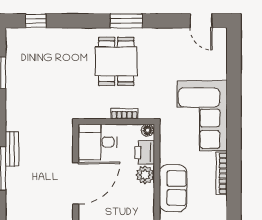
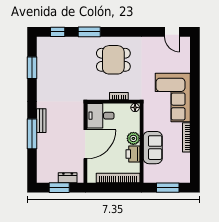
window: (126, 21) -> (89, 32), moved
dining table: (116, 61) -> (113, 60), turned 90
printer: (145, 152) -> (133, 154), moved

